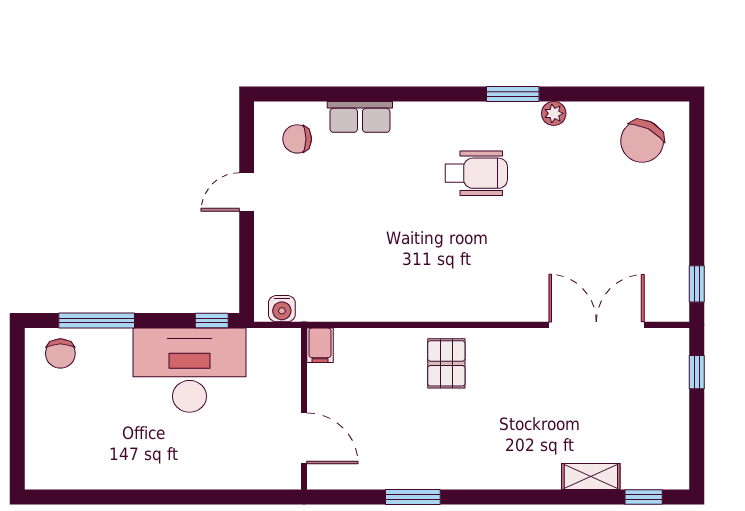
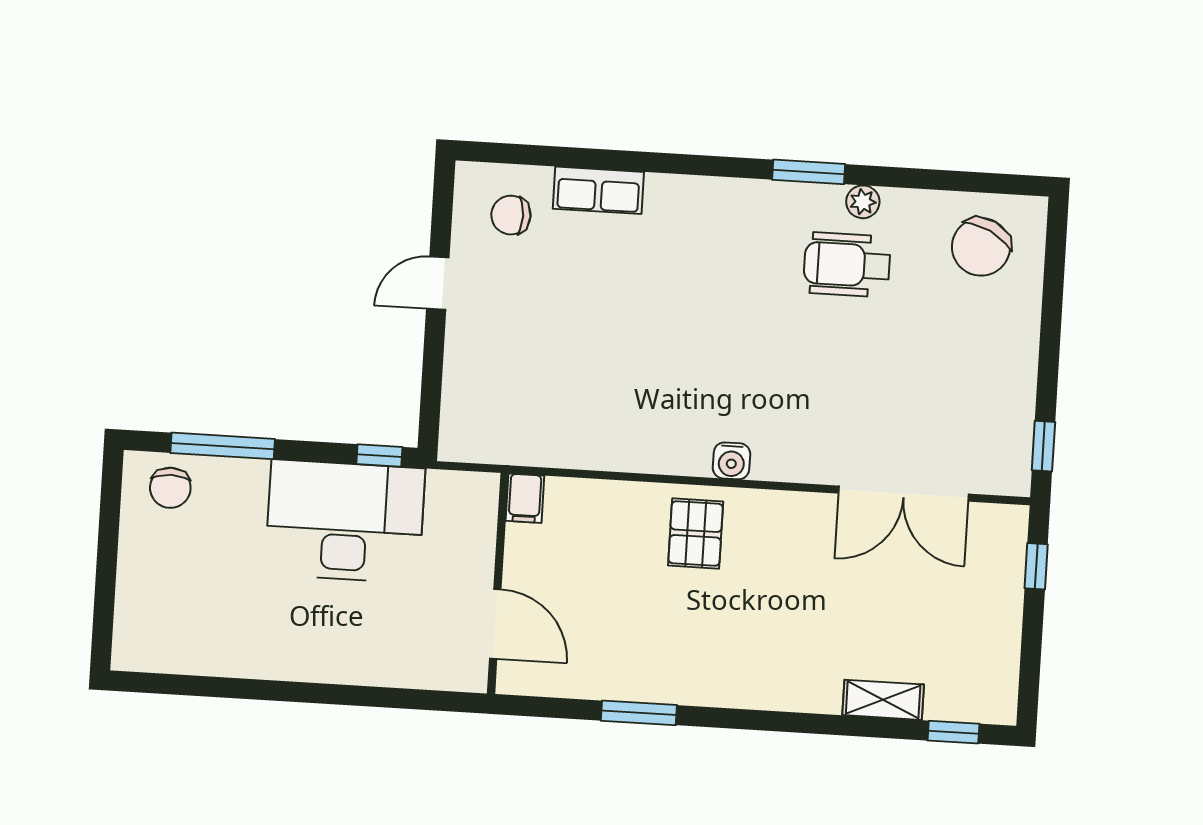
wheelchair: (476, 173) -> (847, 265), moved, turned 180
water cooler: (282, 309) -> (731, 461), moved
double door: (596, 325) -> (904, 494), swing flipped

